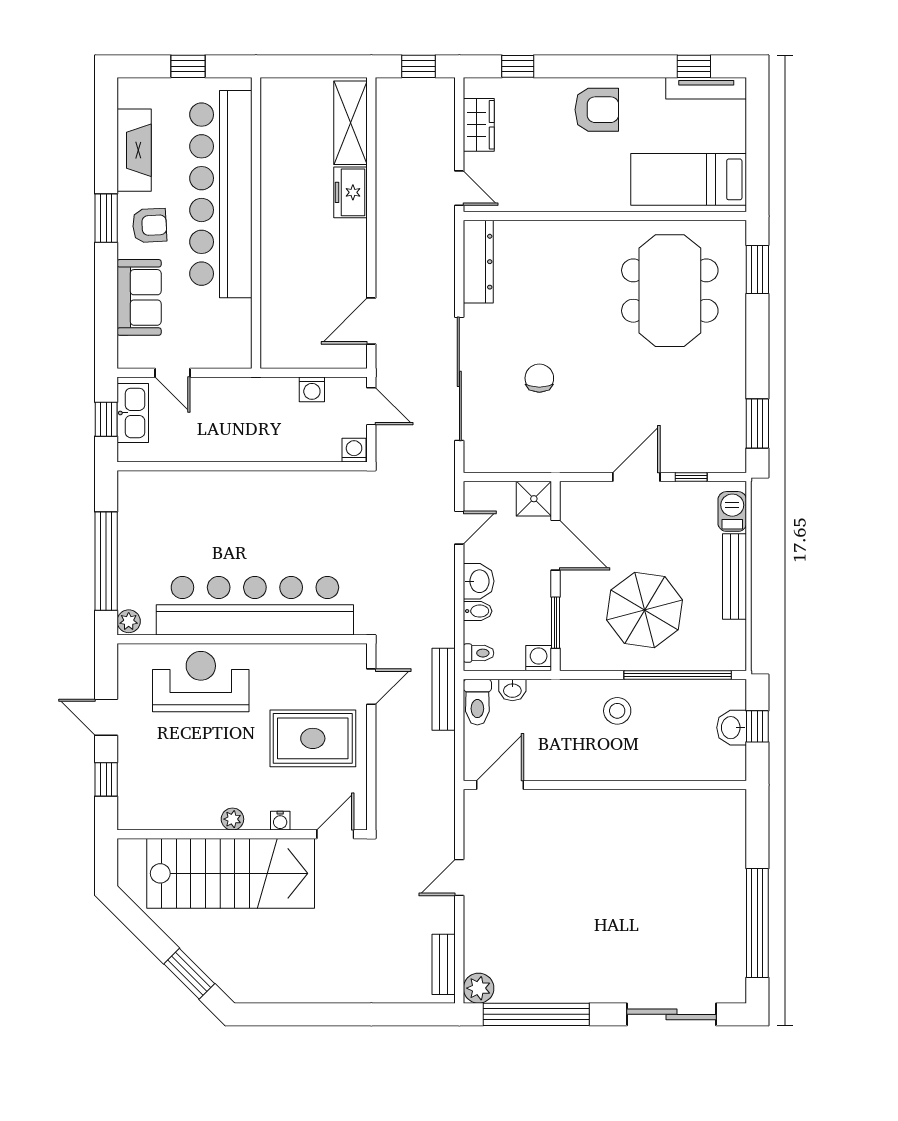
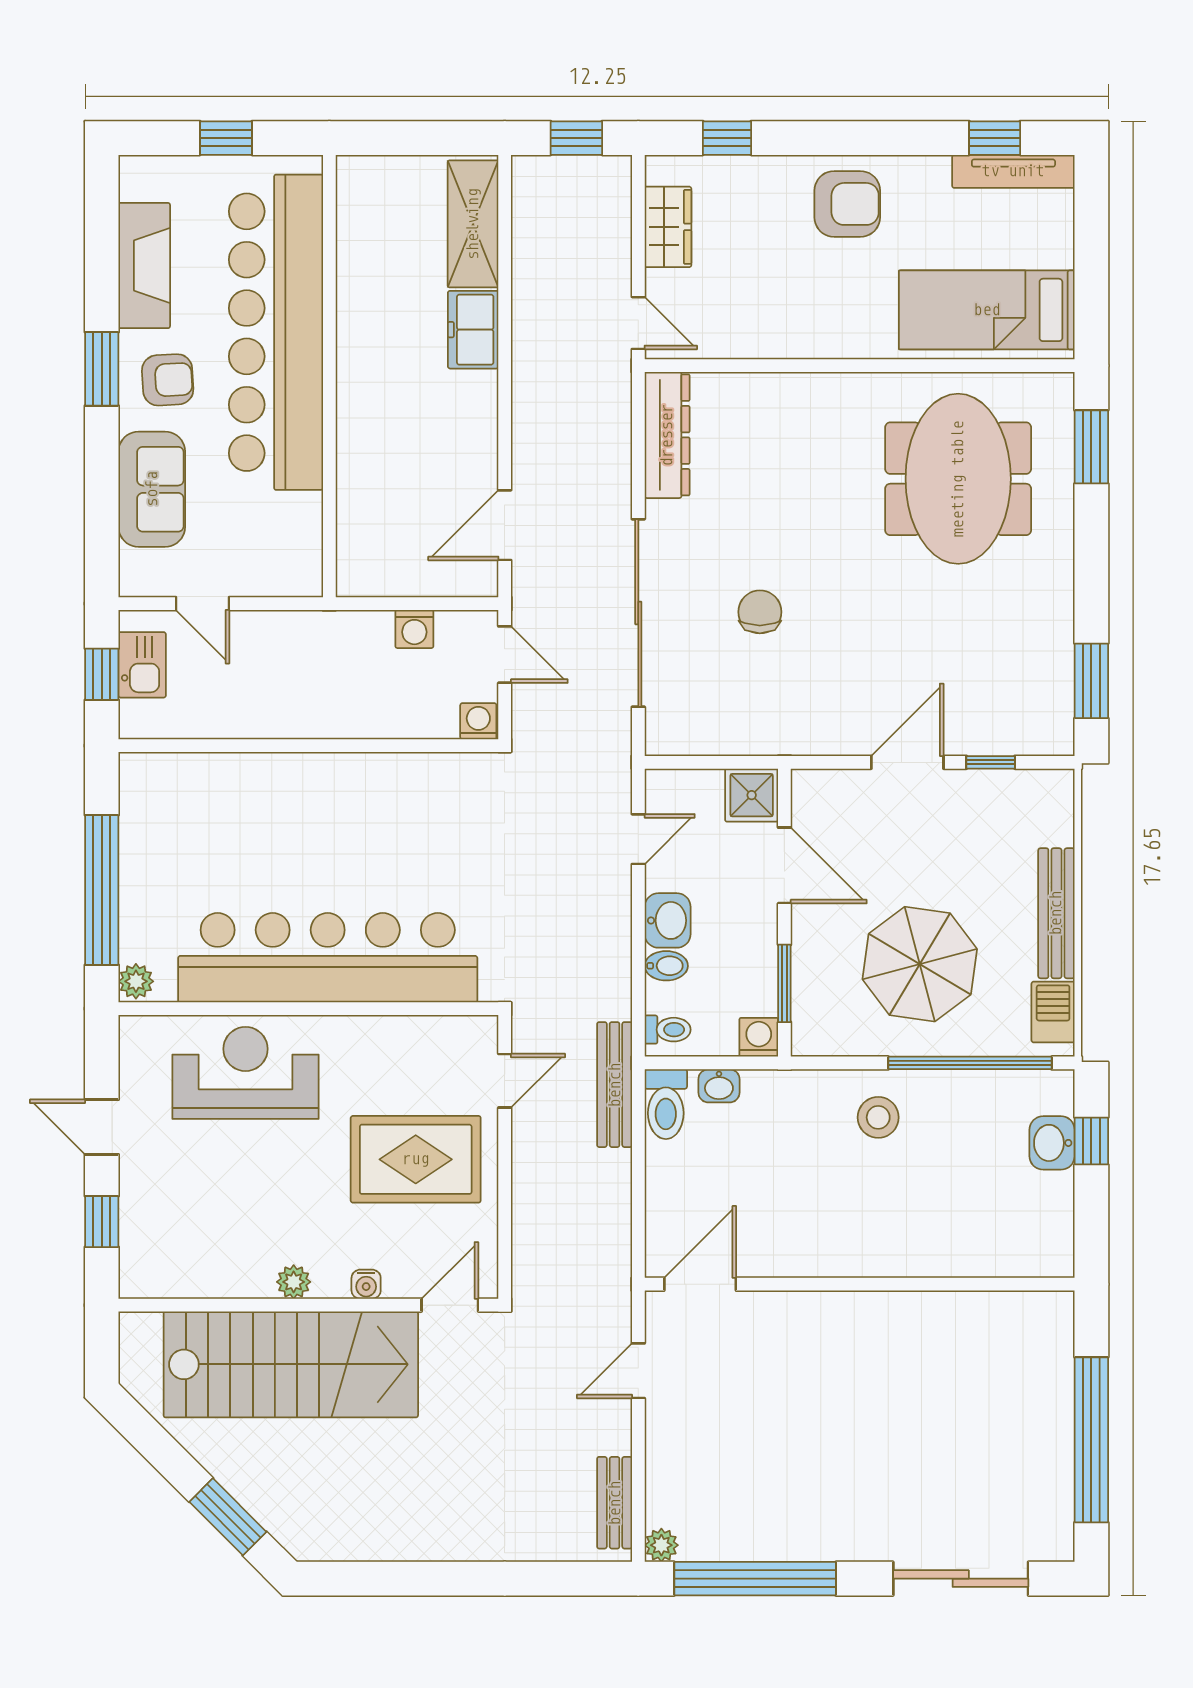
kitchen sink: (133, 413) -> (142, 665), width x0.73
barbecue: (732, 511) -> (1053, 1012), moved
door: (500, 785) -> (700, 1284), moved
wall: (605, 785) -> (860, 1284), moved
plant: (479, 988) -> (661, 1545), width x0.73, depth x0.73

